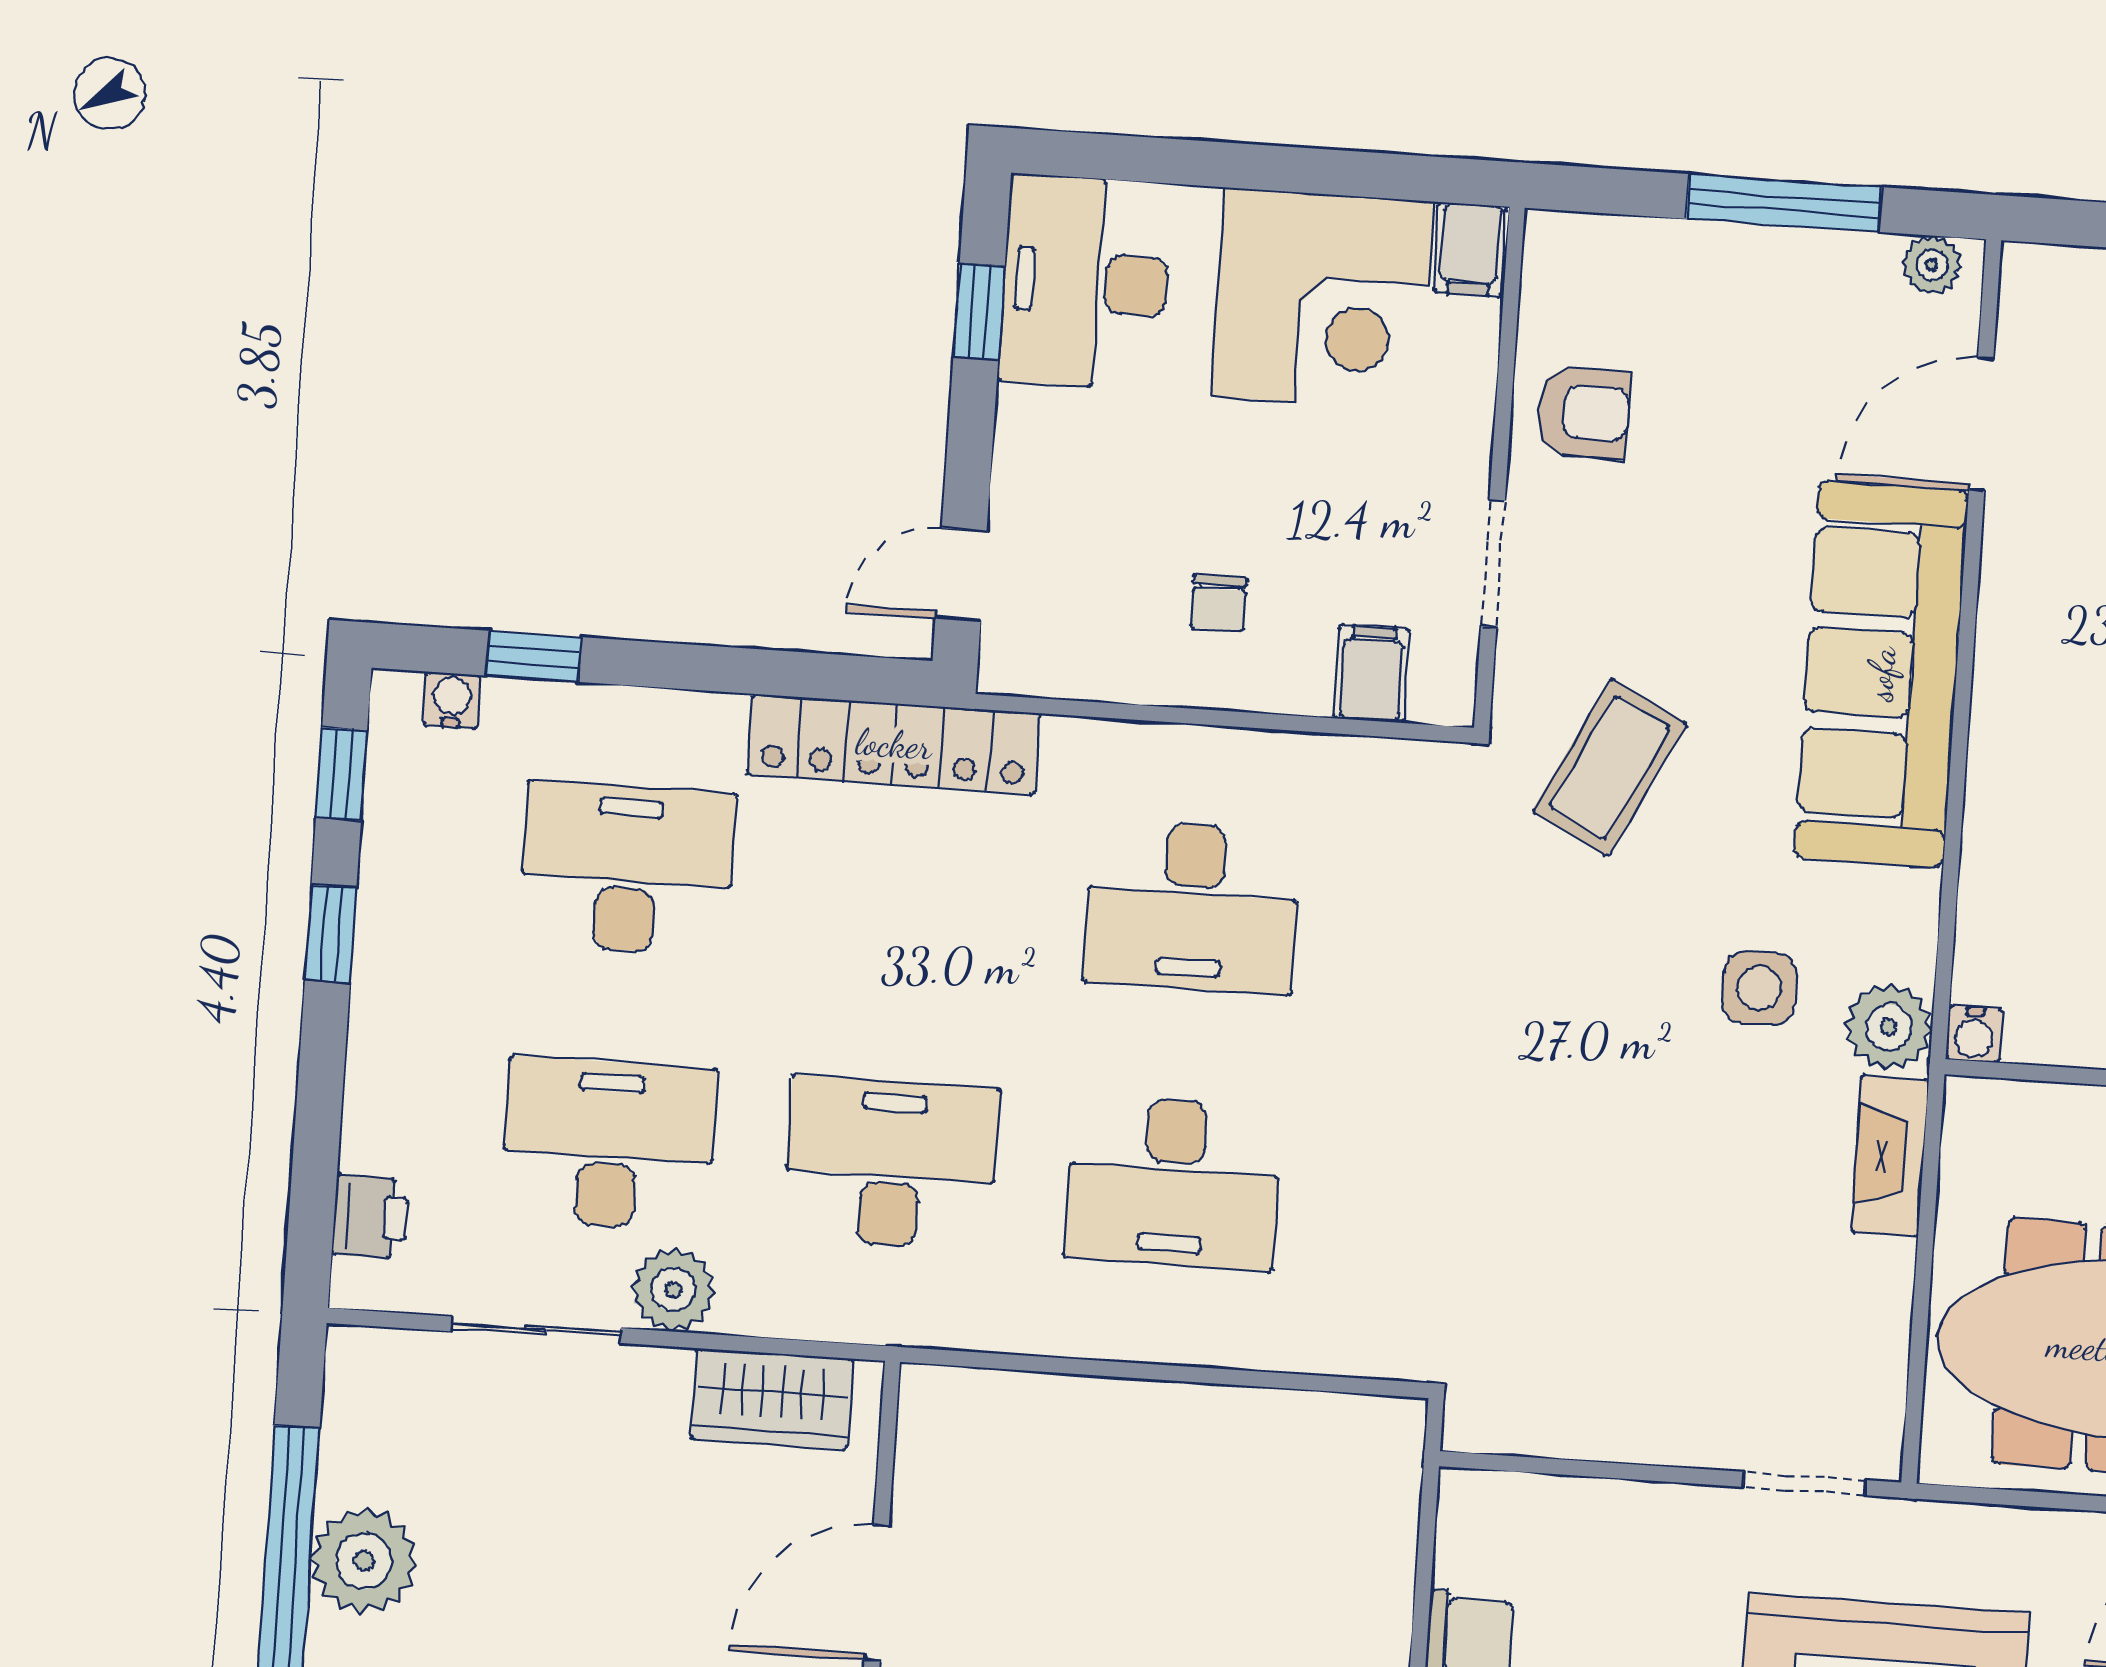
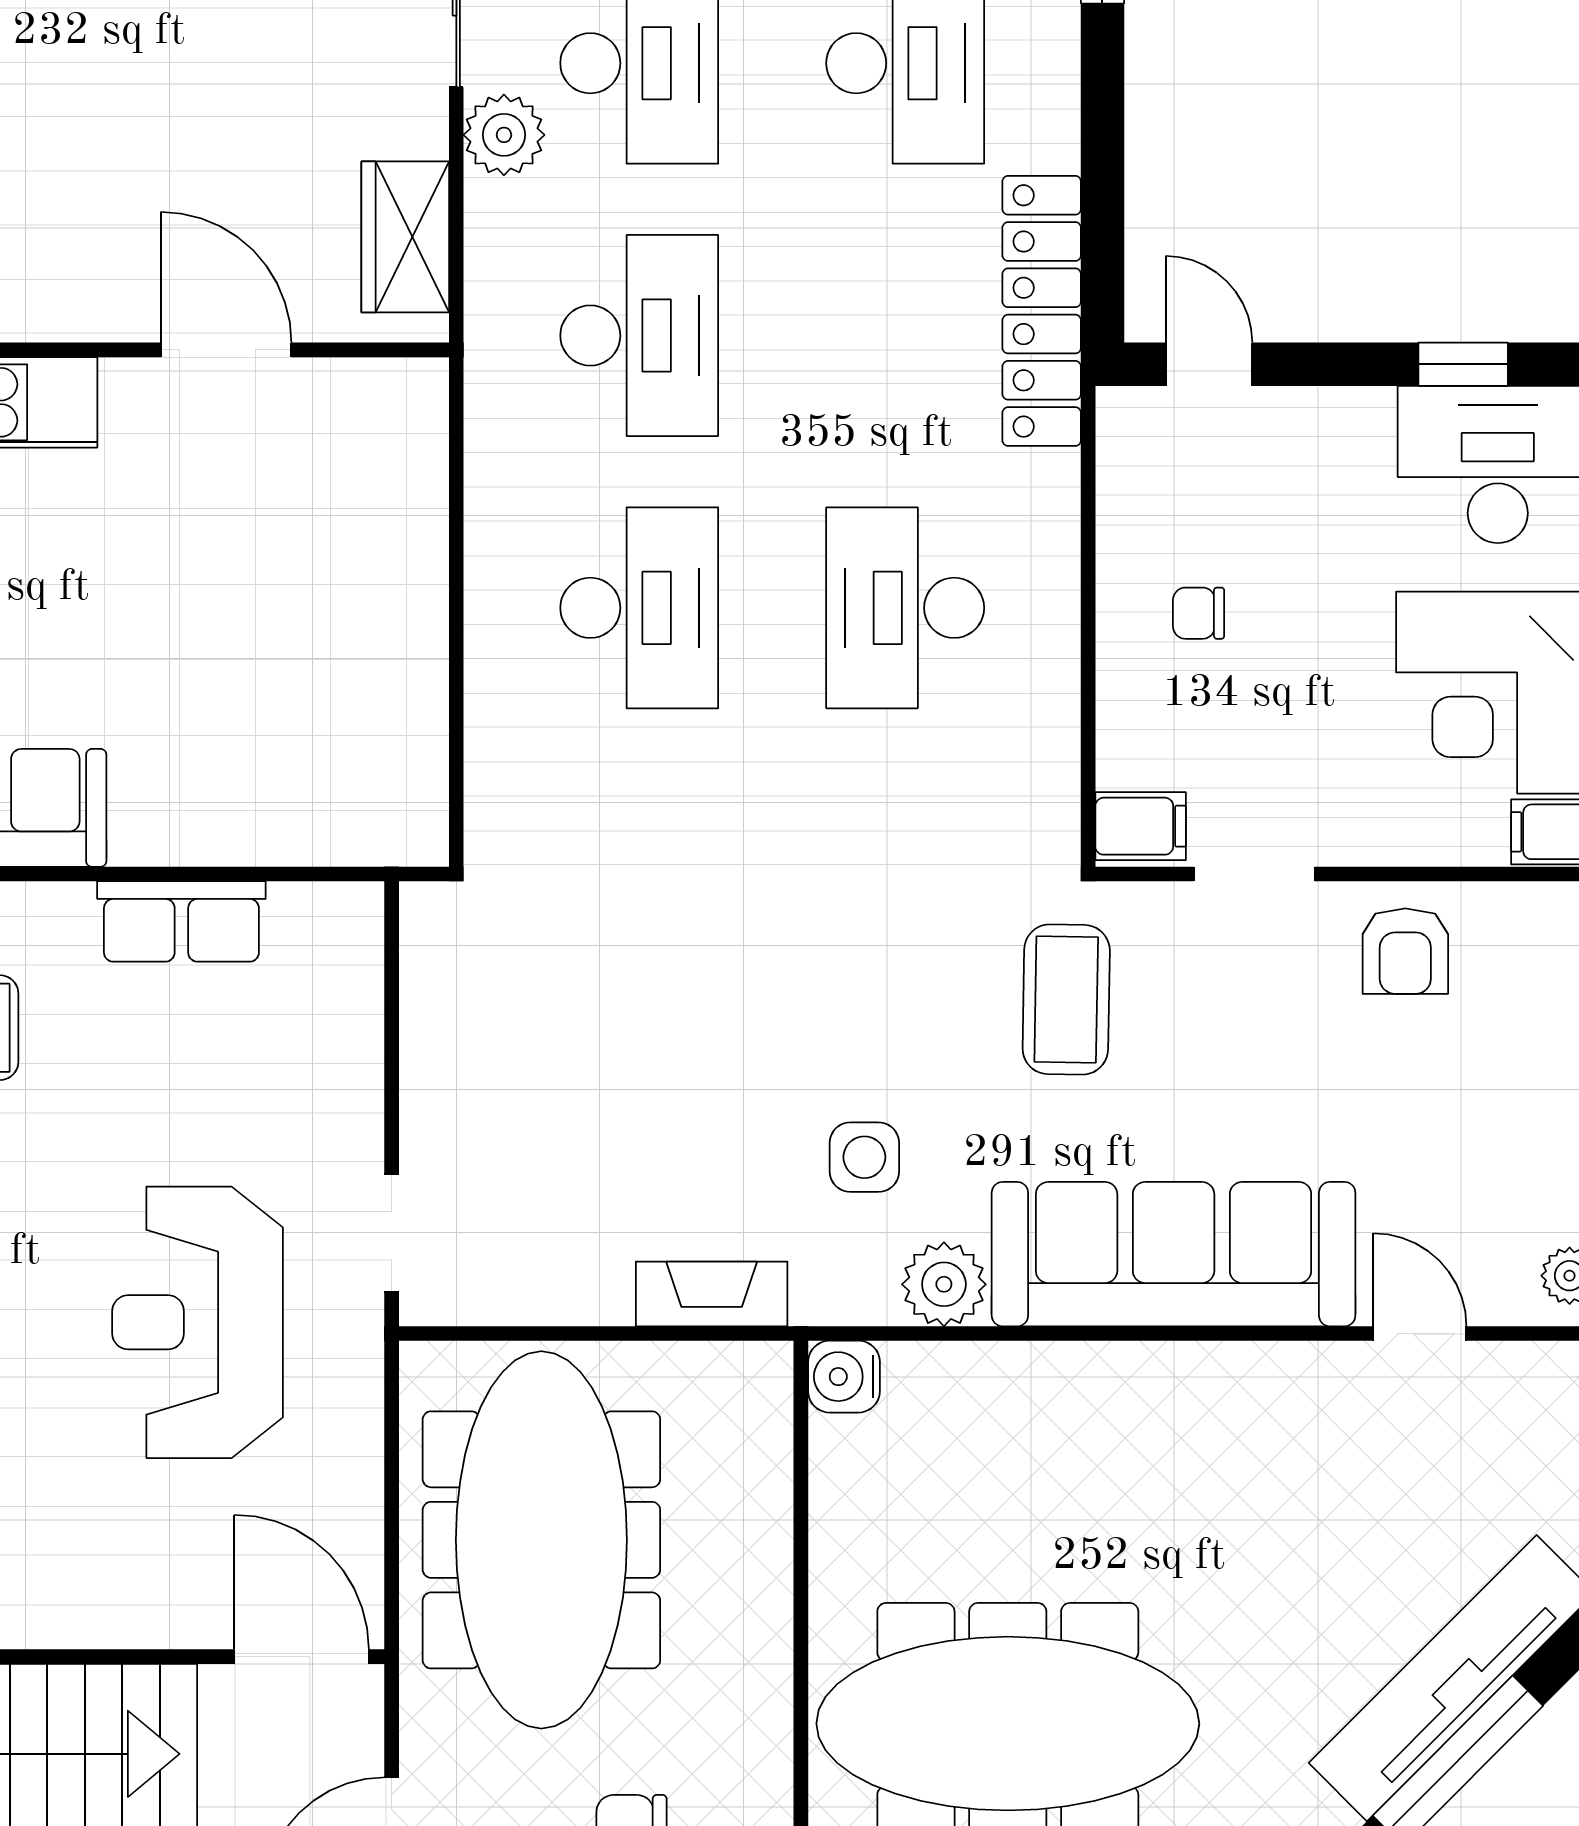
door: (1981, 424) -> (1420, 1334), width x0.73
filing cabinet: (1372, 674) -> (1141, 826), moved
coffee table: (1610, 768) -> (1066, 999), turned 64
plant: (1889, 1027) -> (944, 1284), moved
water cooler: (1974, 1034) -> (844, 1377), width x1.38, depth x1.38
desk: (1173, 1183) -> (639, 608), turned 180

